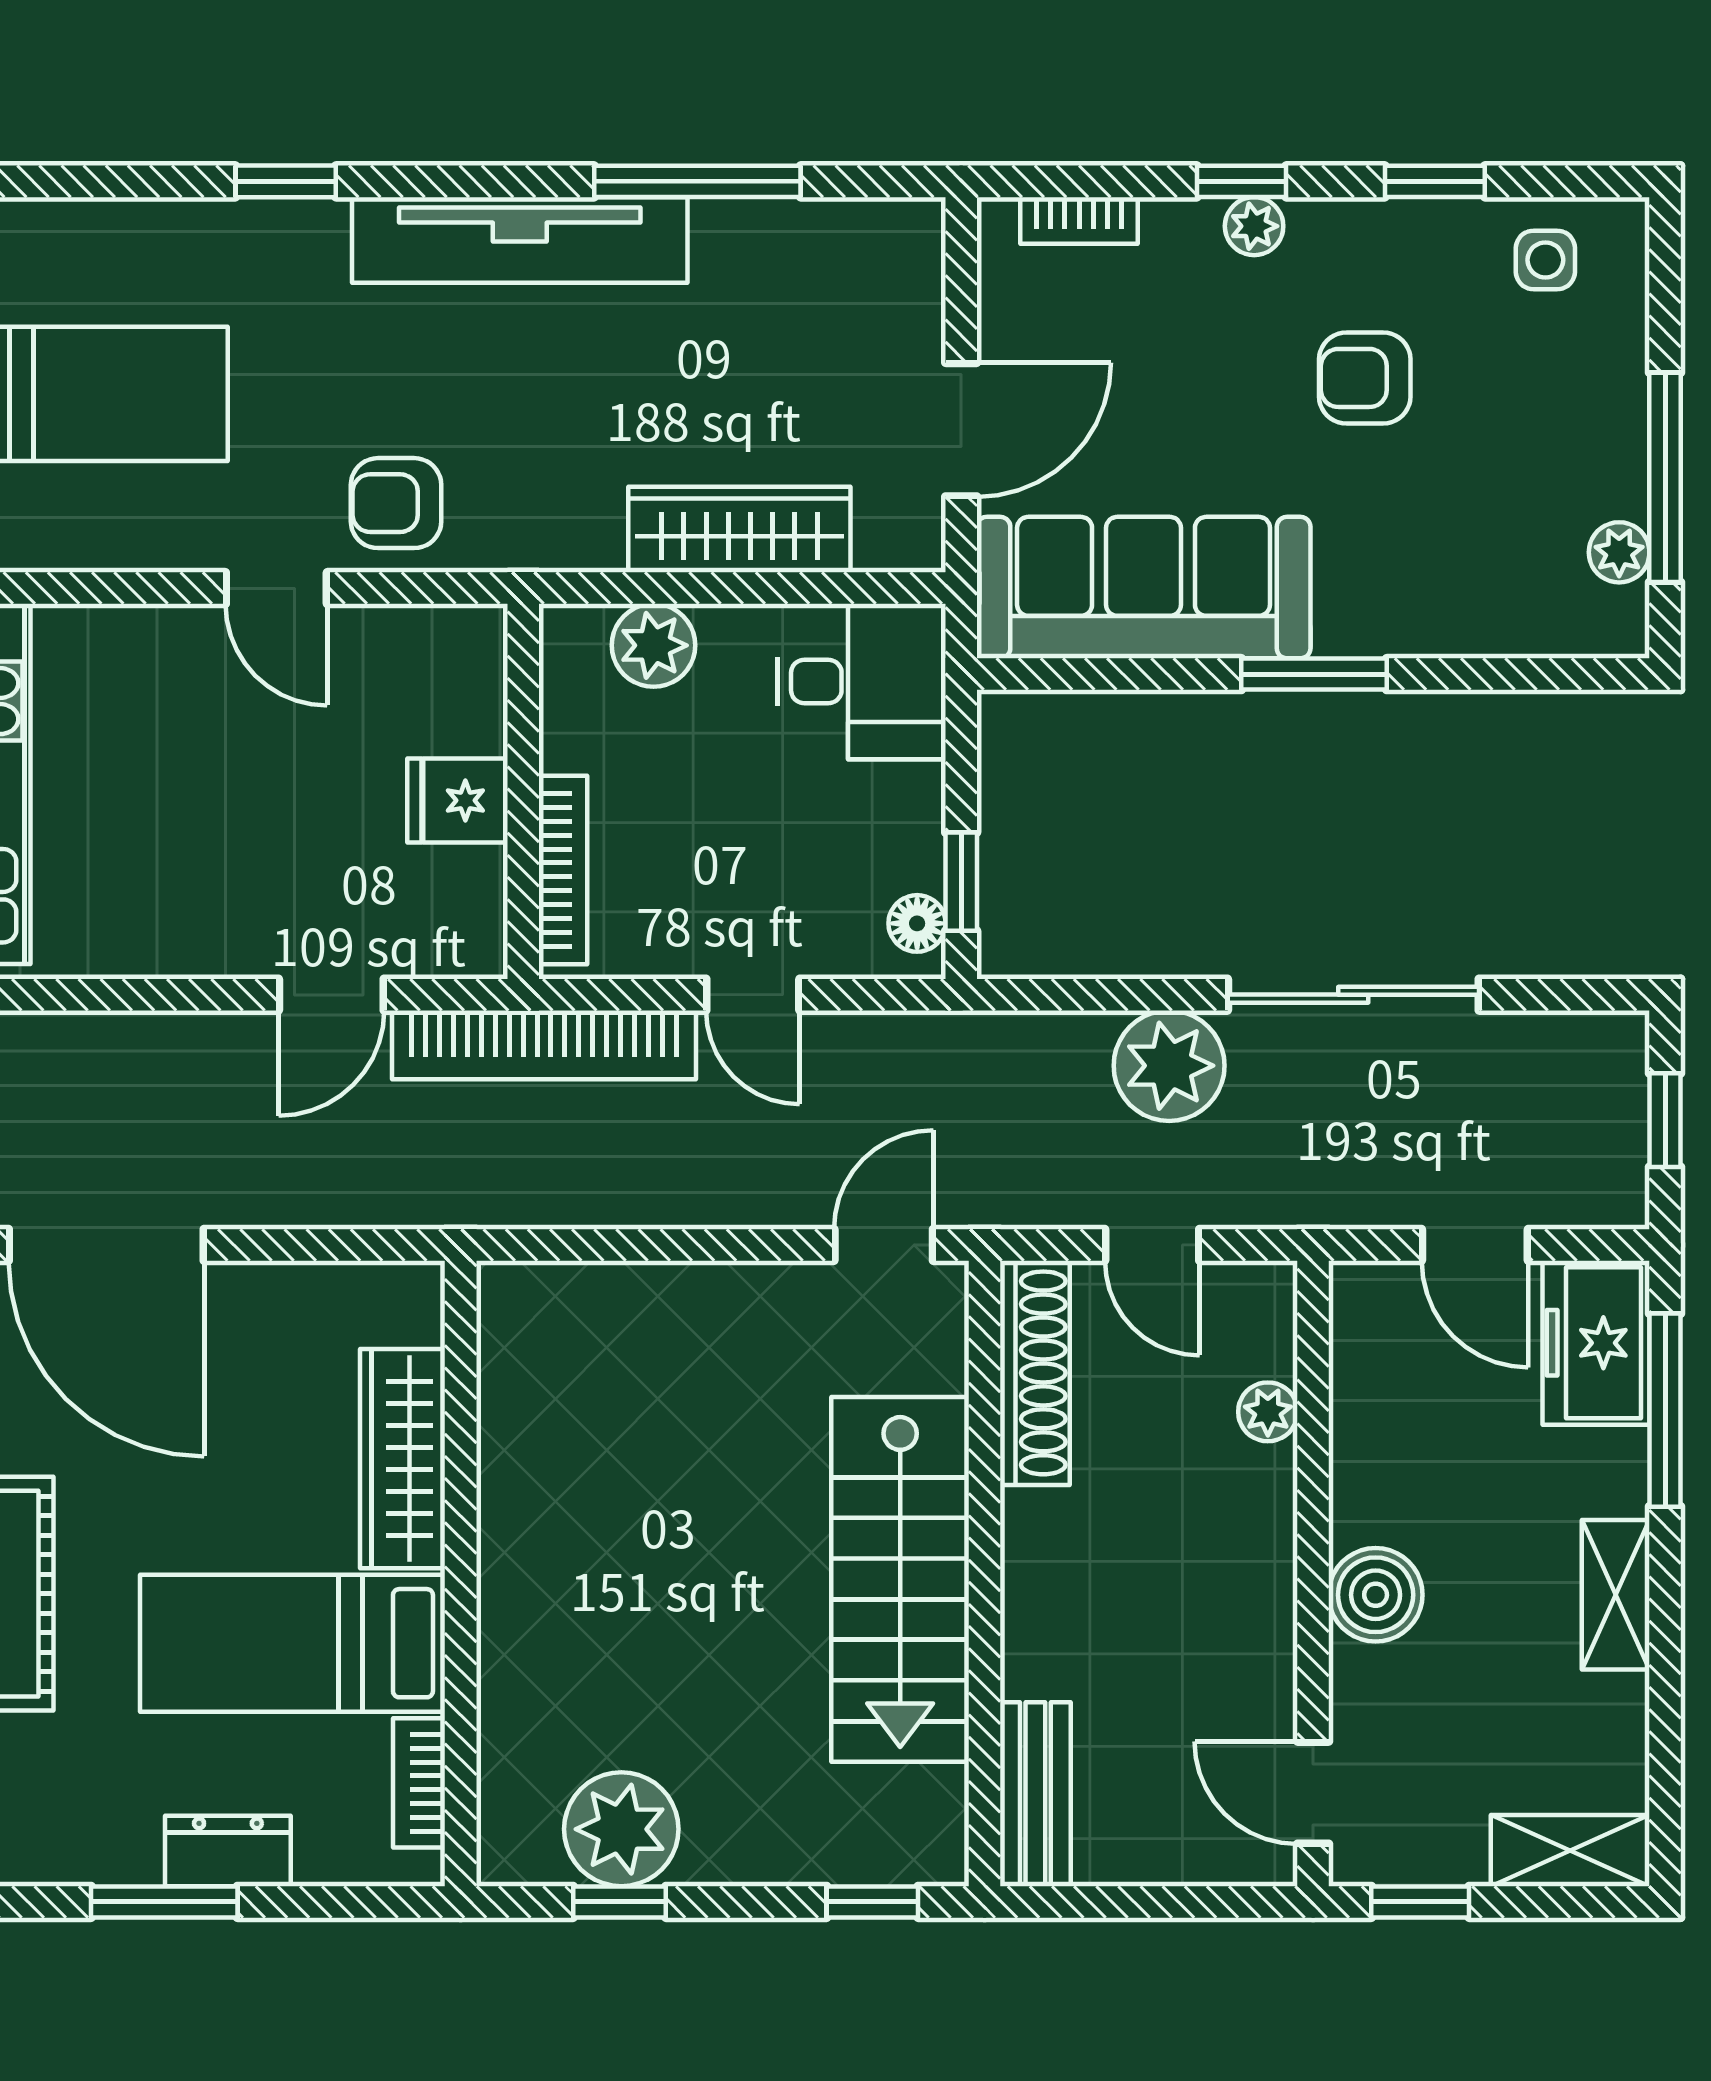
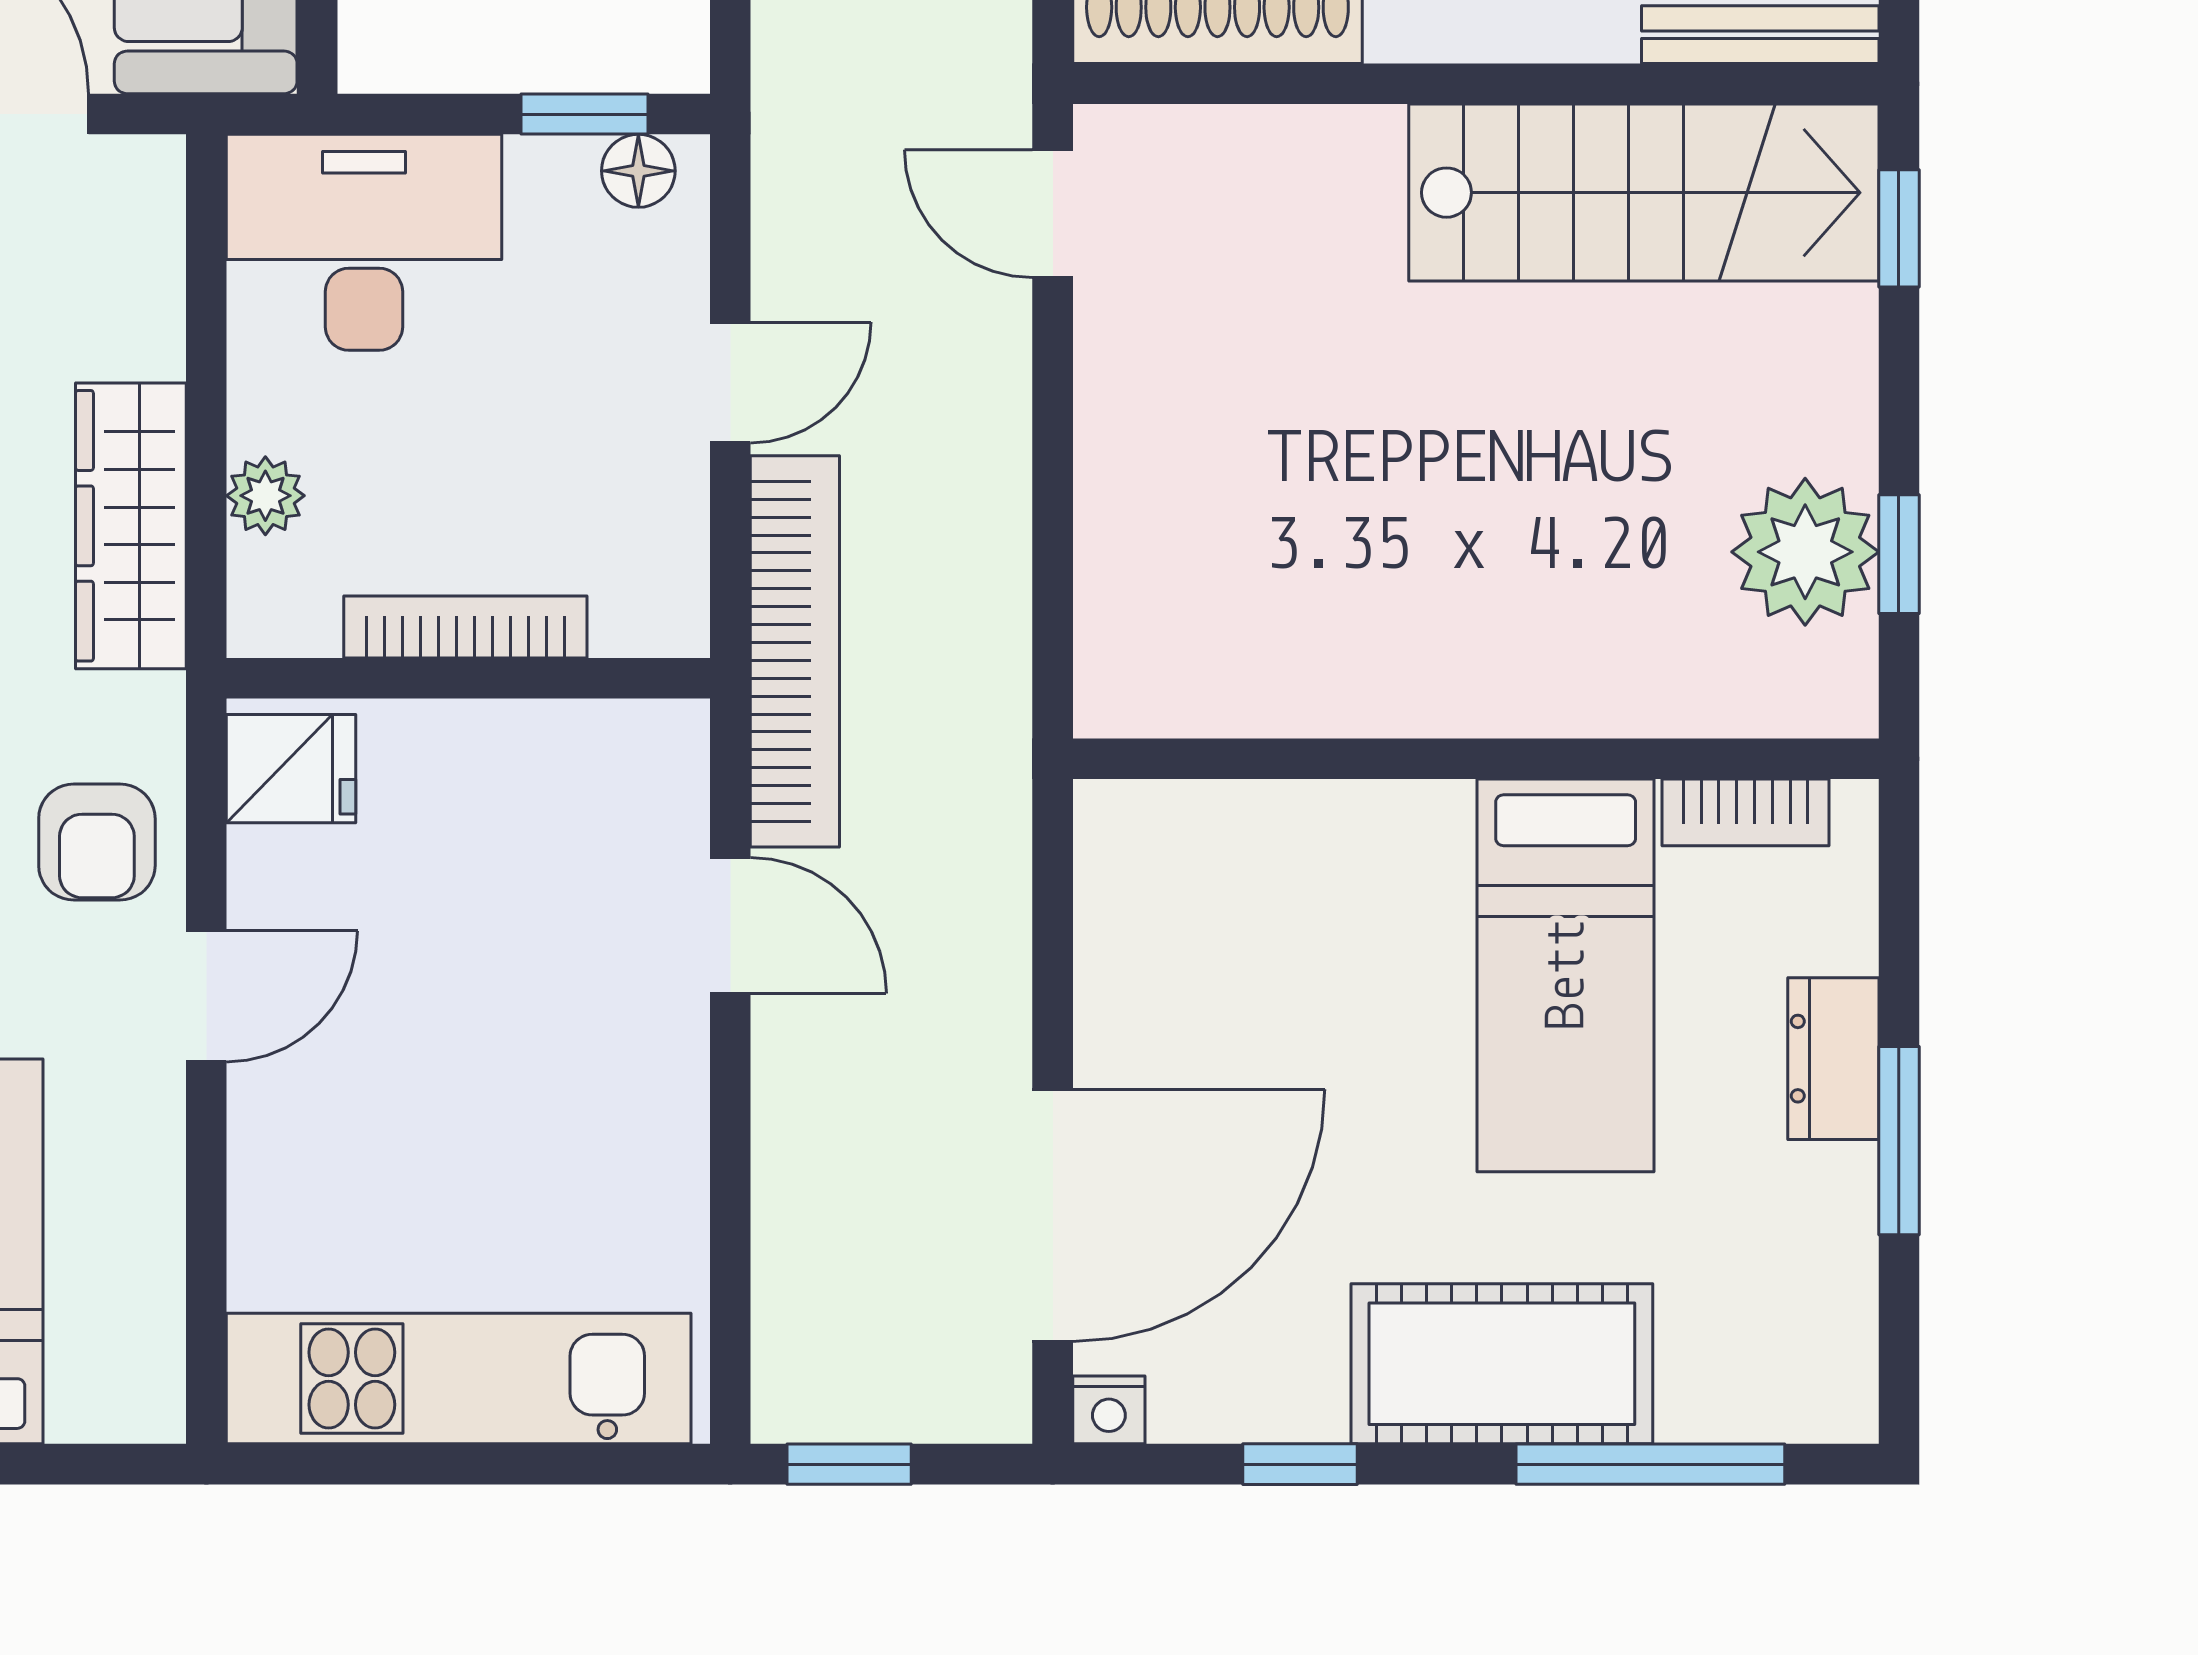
wardrobe: (739, 529) -> (131, 526), moved
plant: (653, 645) -> (265, 496), width x0.73, depth x0.73
desk: (862, 681) -> (364, 242), width x1.37
fridge: (457, 800) -> (291, 769), moved, turned -90
bookcase: (563, 870) -> (465, 627), moved
wardrobe: (403, 1459) -> (1328, 834), removed
stairs: (900, 1579) -> (1644, 193), moved

